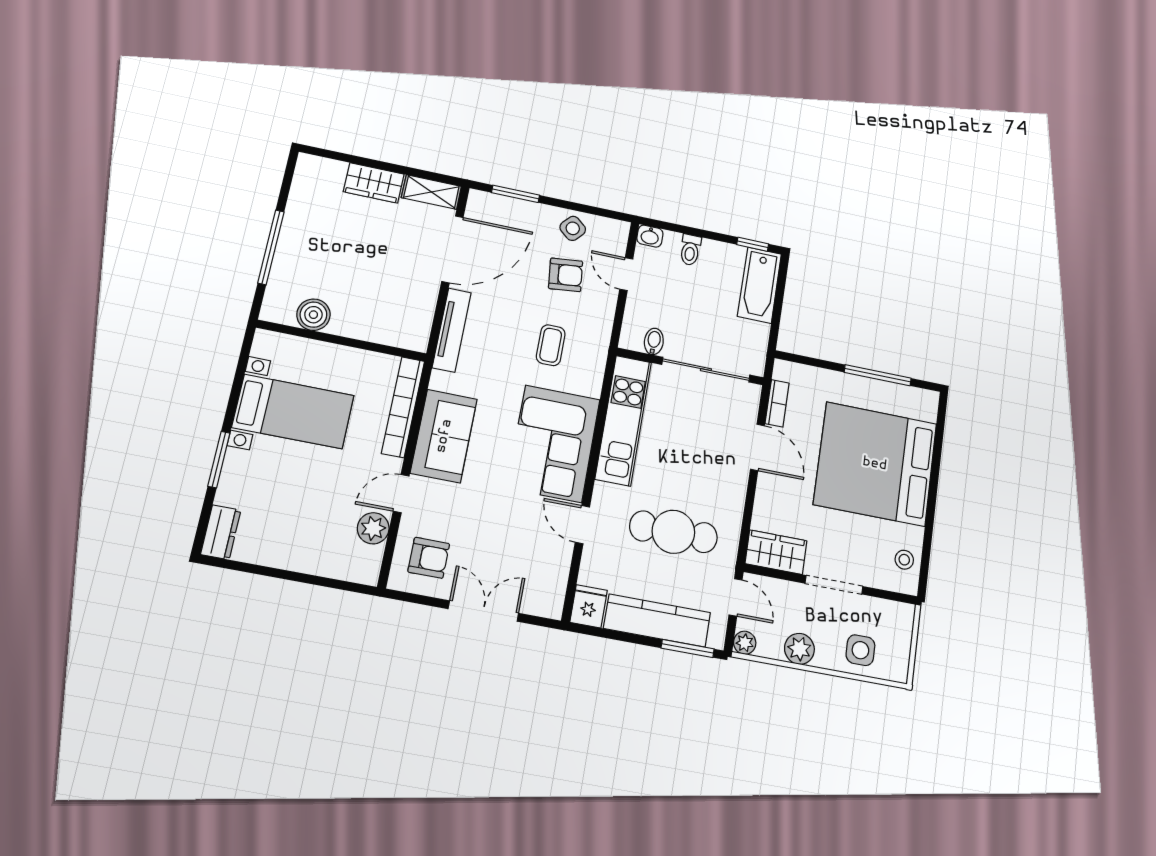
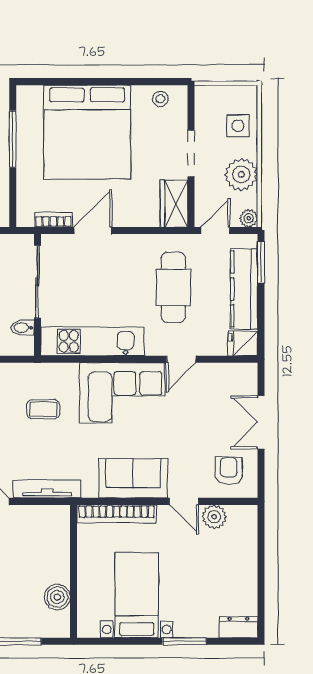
plant: (799, 649) -> (241, 175), width x1.36, depth x1.36

